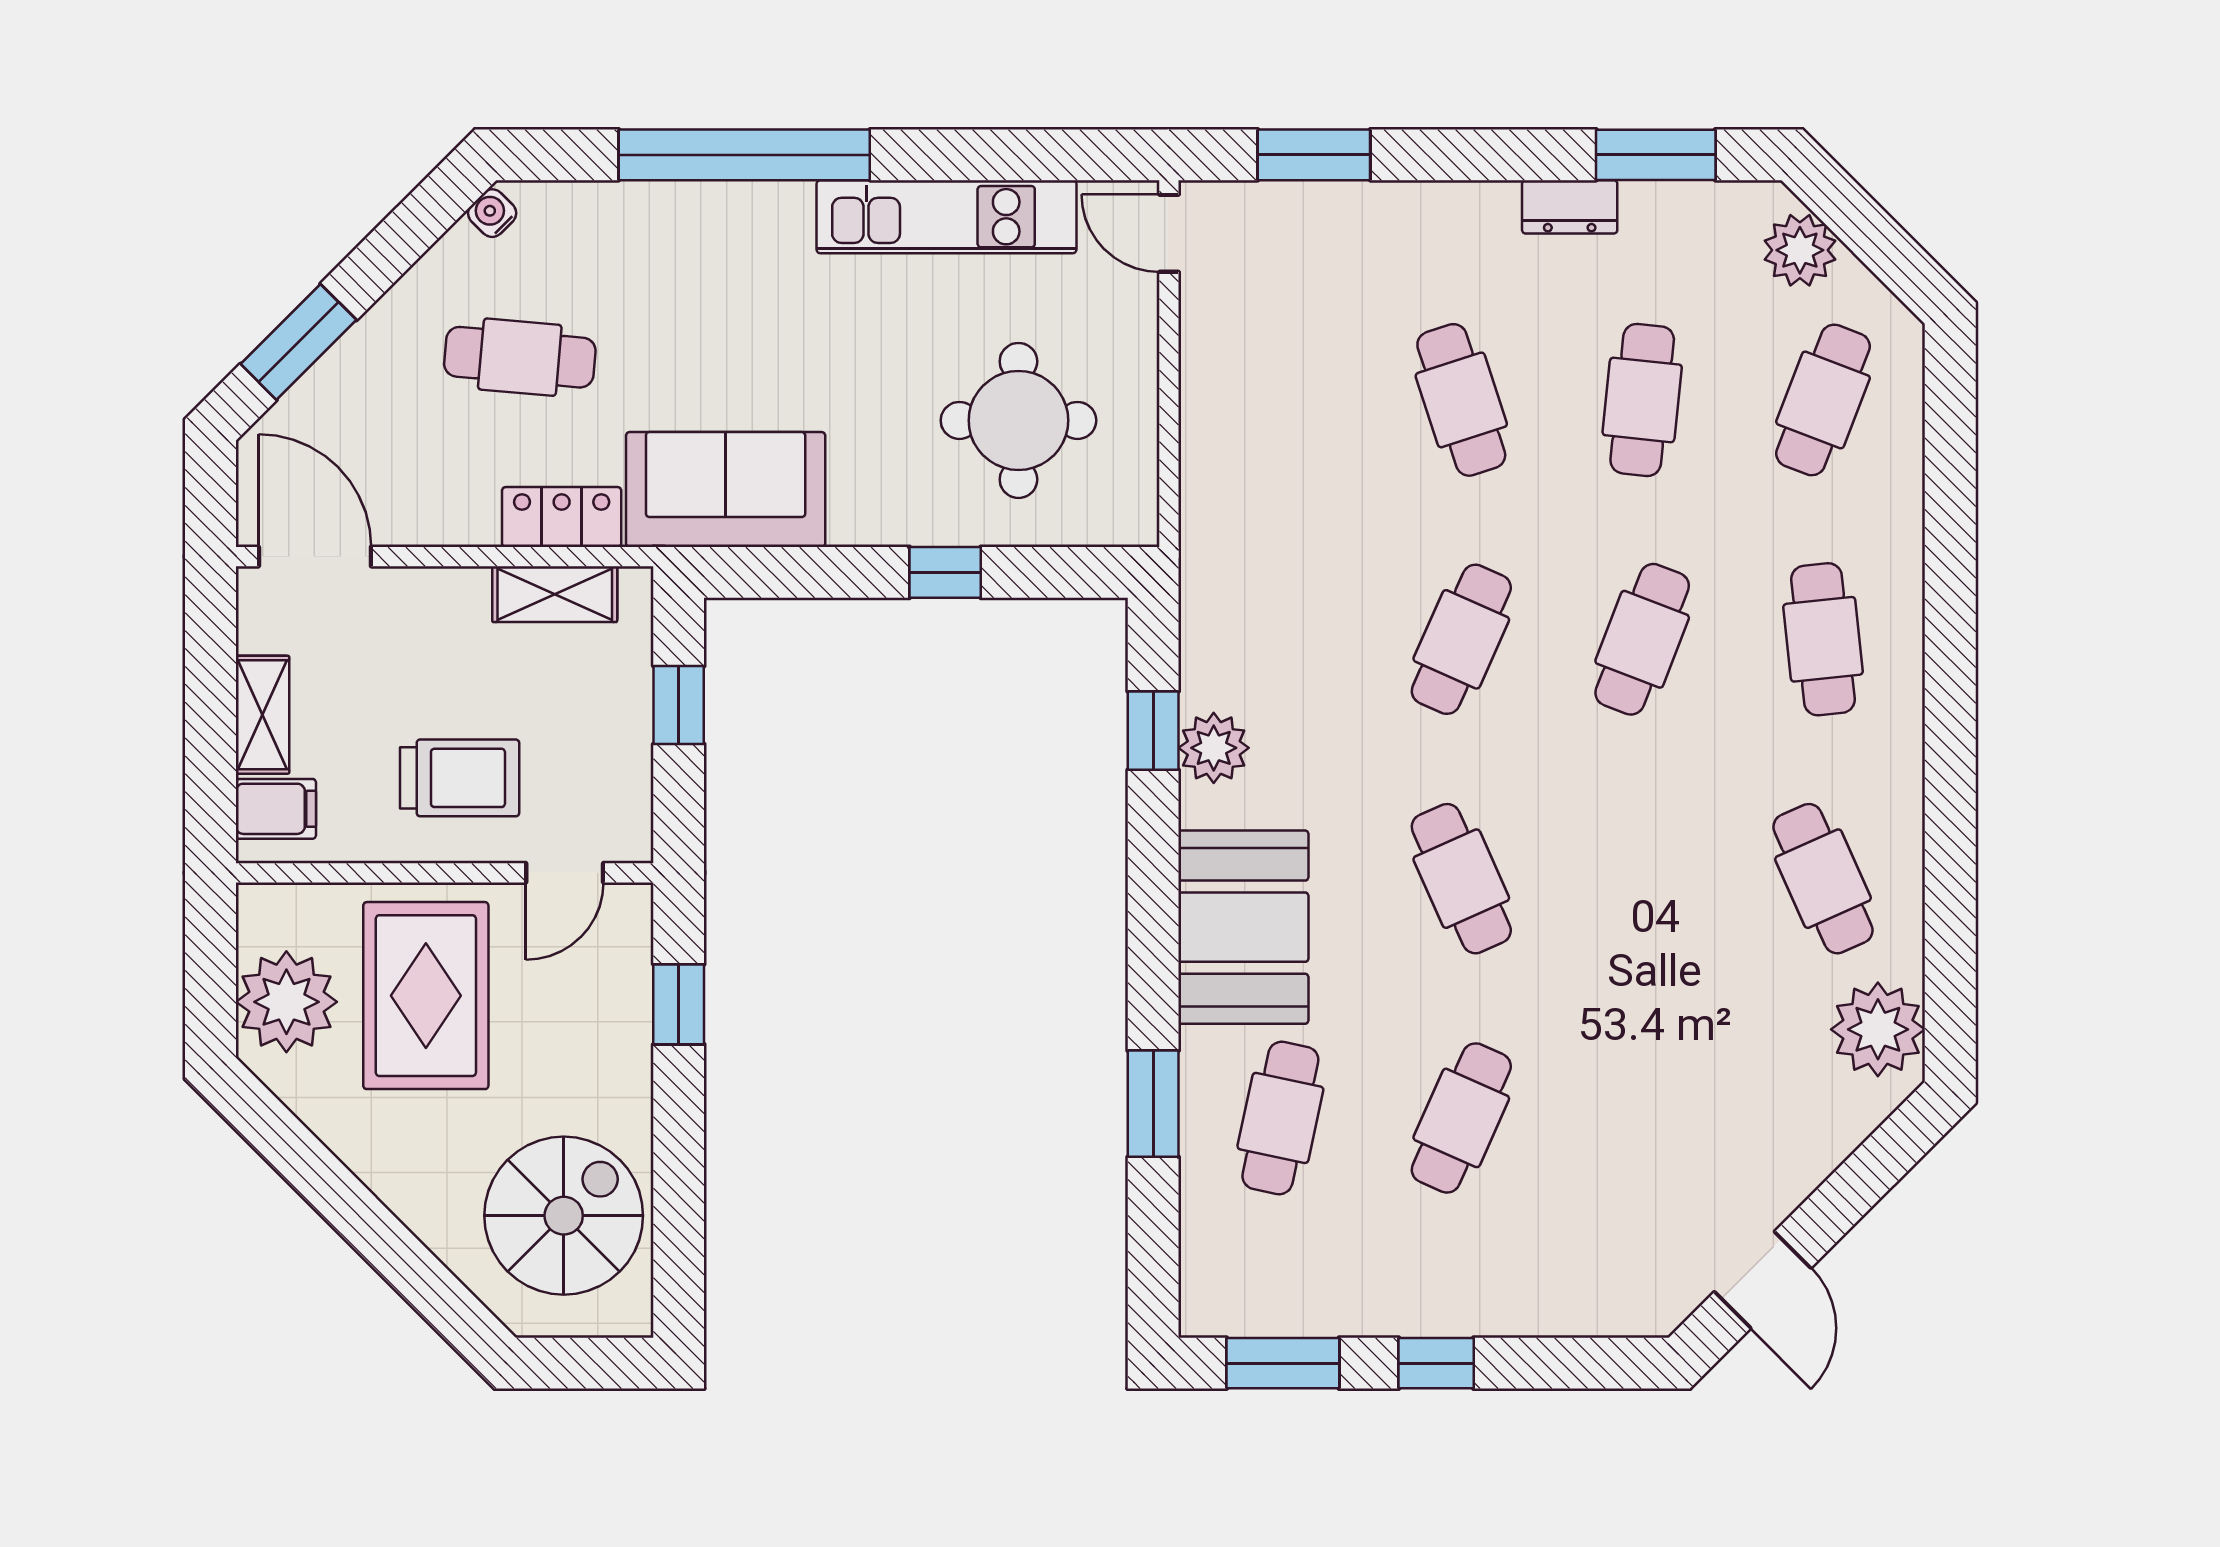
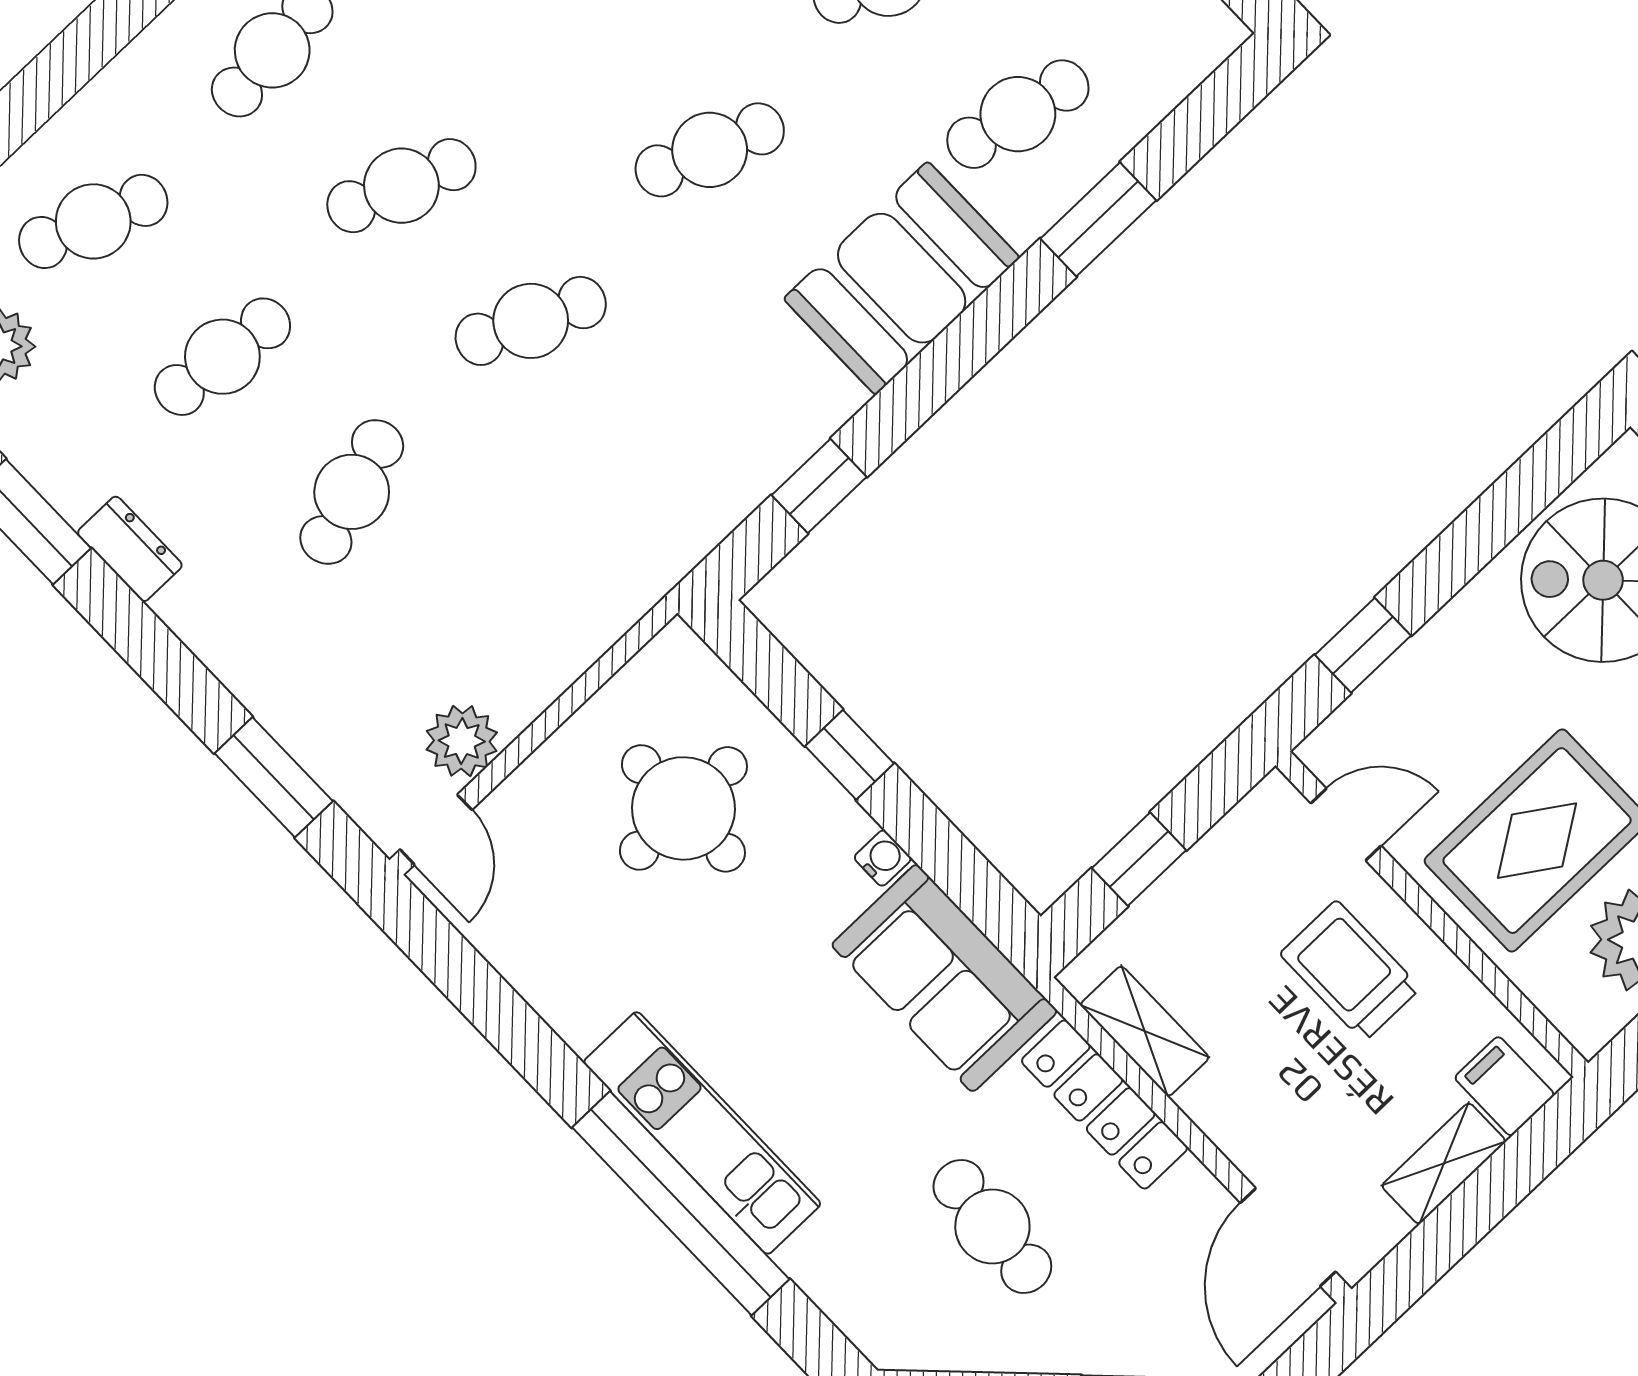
water cooler: (492, 213) -> (883, 858), moved, turned -135
kitchen unit: (946, 217) -> (702, 1133), moved
locker: (562, 517) -> (1104, 1104), width x1.53
plant: (1214, 748) -> (462, 741), moved
cafe table: (1461, 879) -> (710, 150), turned 45

